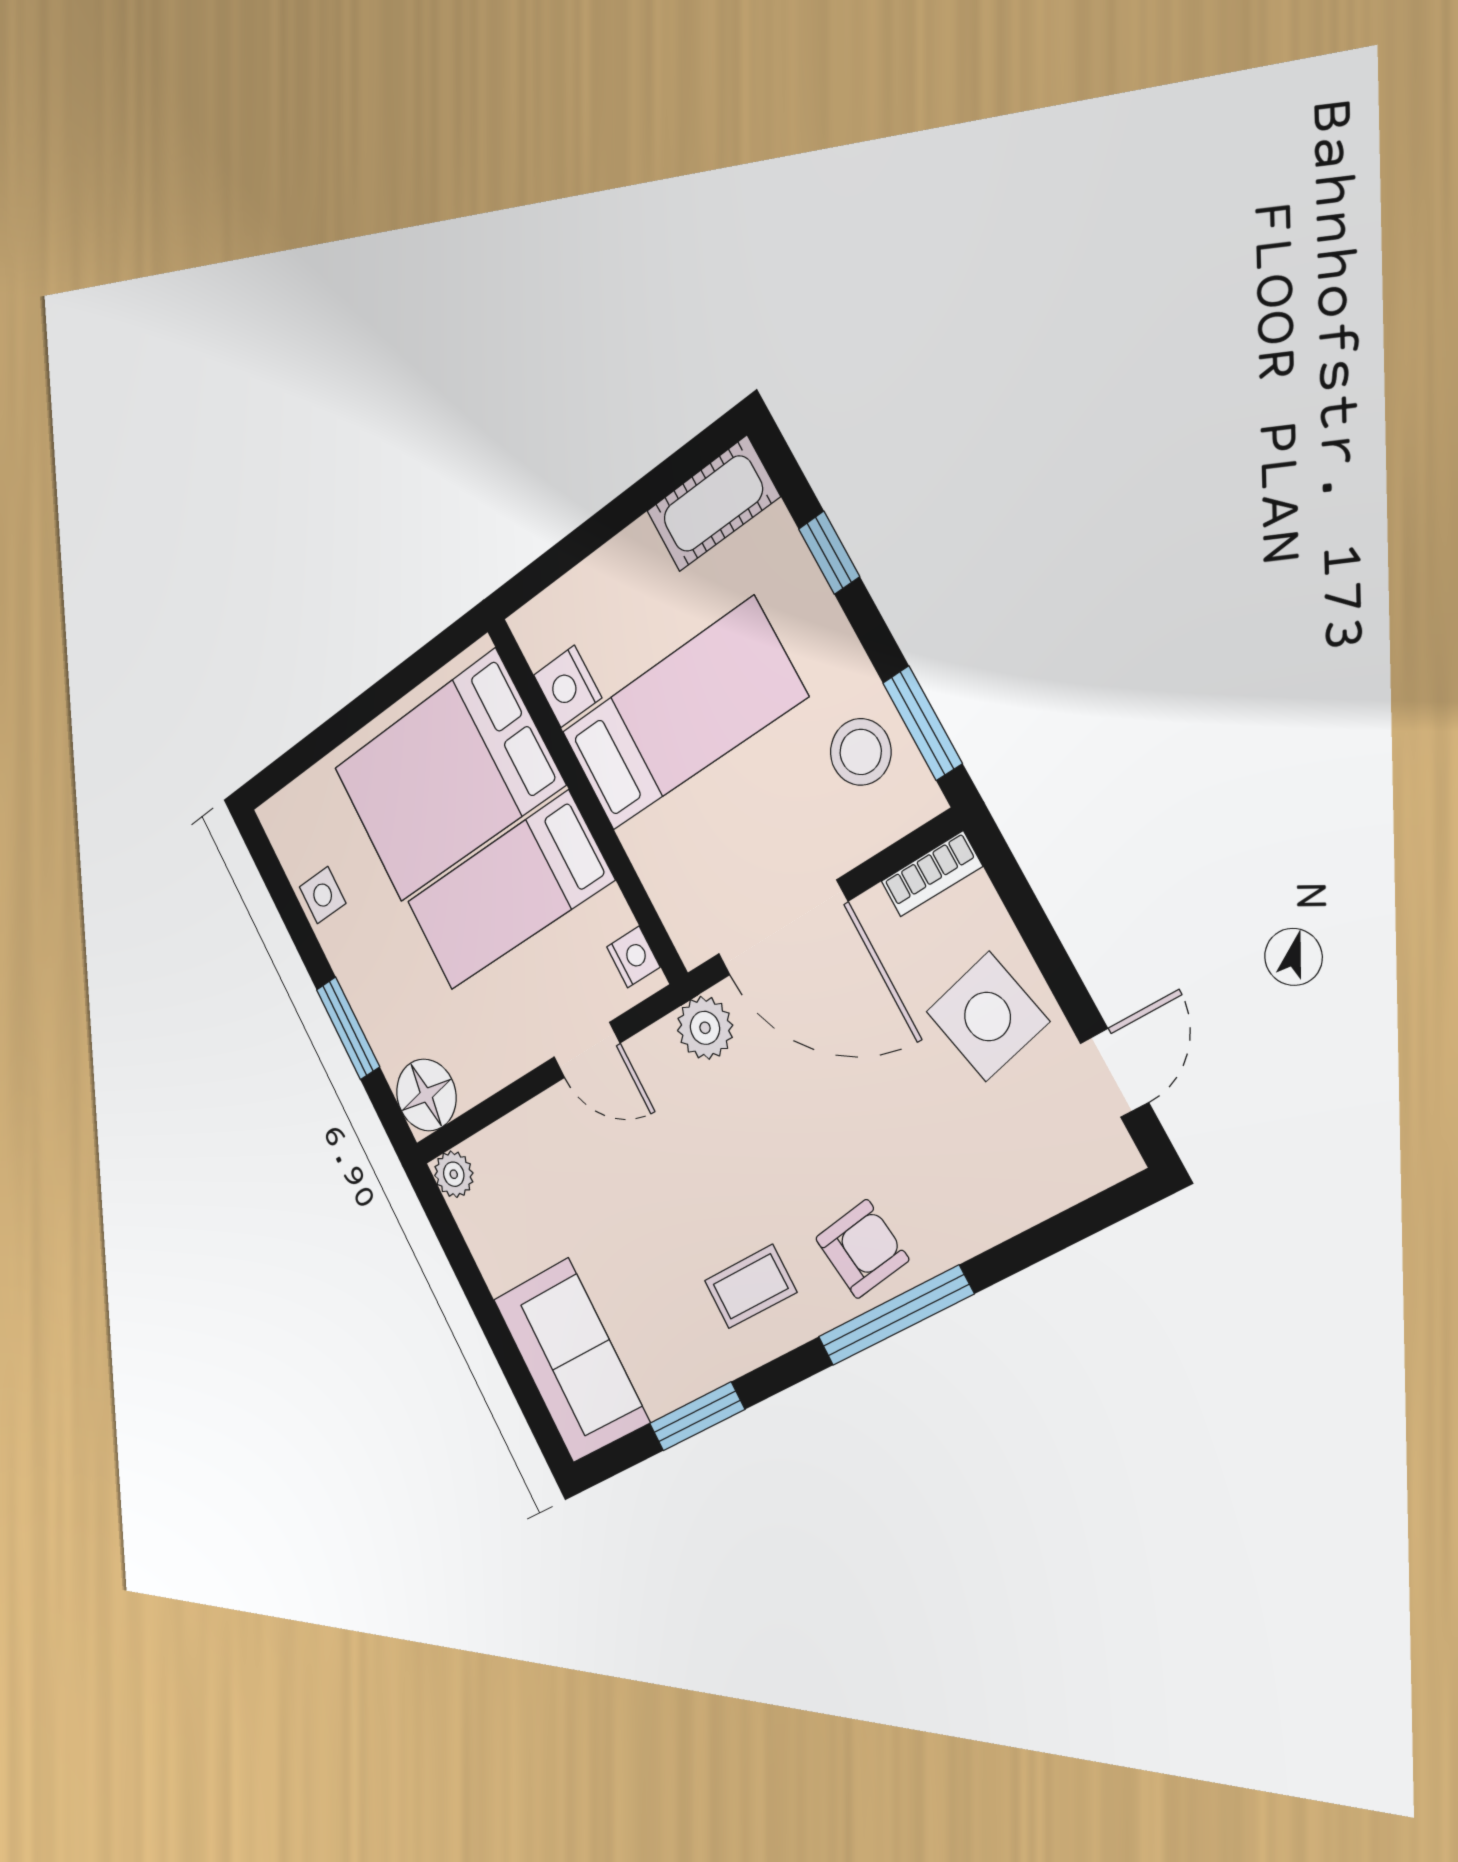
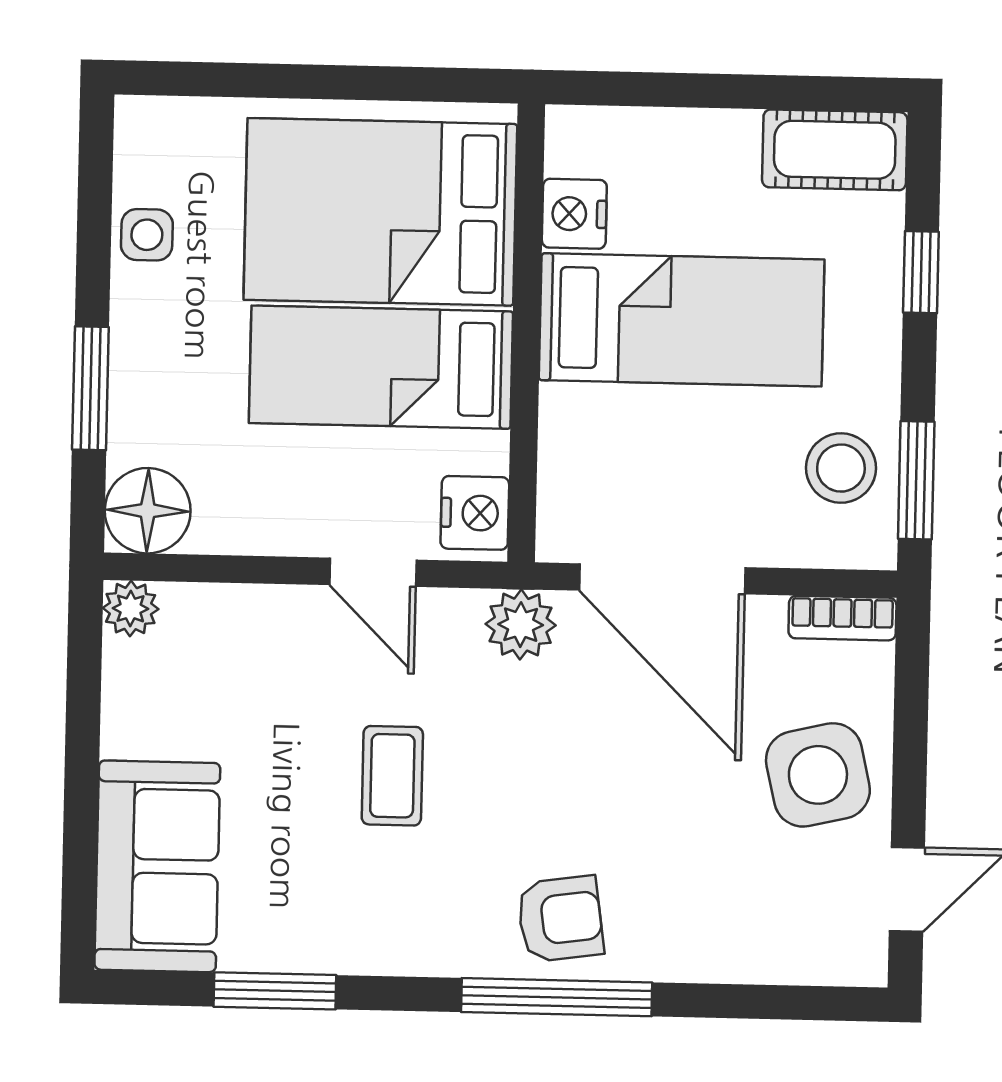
nightstand: (633, 957) -> (475, 513), width x1.39, depth x1.35
coffee table: (751, 1286) -> (392, 776), moved, turned 90

